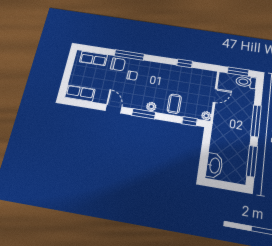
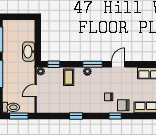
window: (129, 55) -> (115, 116), width x0.46
window: (185, 63) -> (76, 116), moved
door: (114, 109) -> (118, 64), swing flipped
washbasin: (214, 165) -> (29, 52), moved

